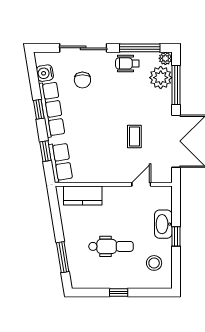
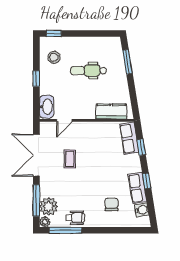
sliding door: (83, 48) -> (111, 230), removed
row of seats: (52, 109) -> (137, 188), width x0.68
washbasin: (163, 224) -> (47, 107), moved
window: (119, 293) -> (54, 33), moved

